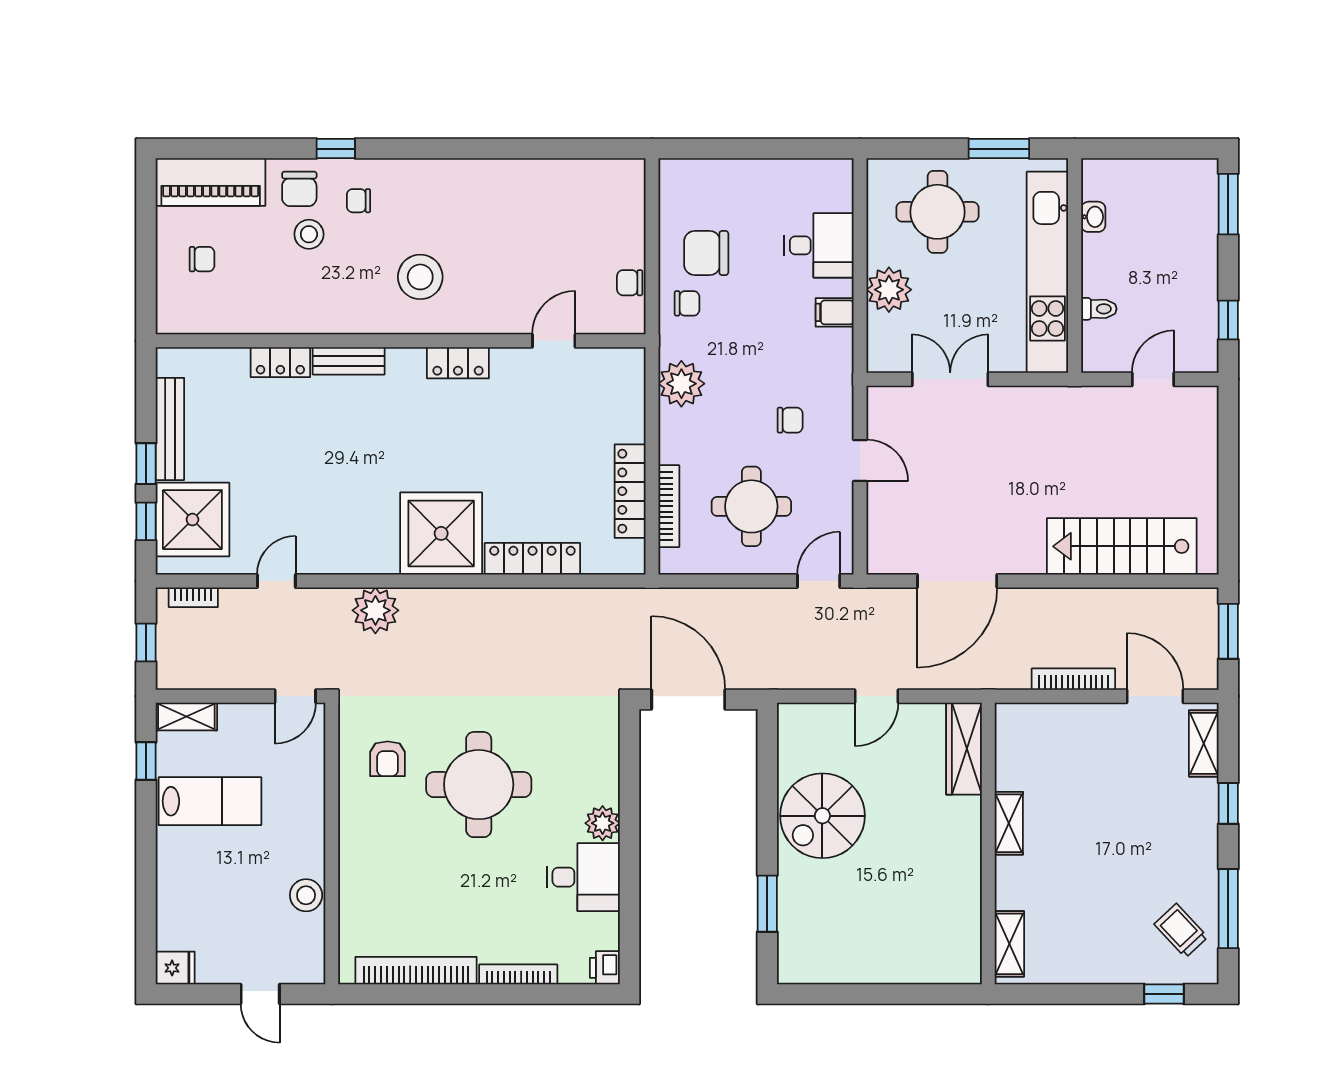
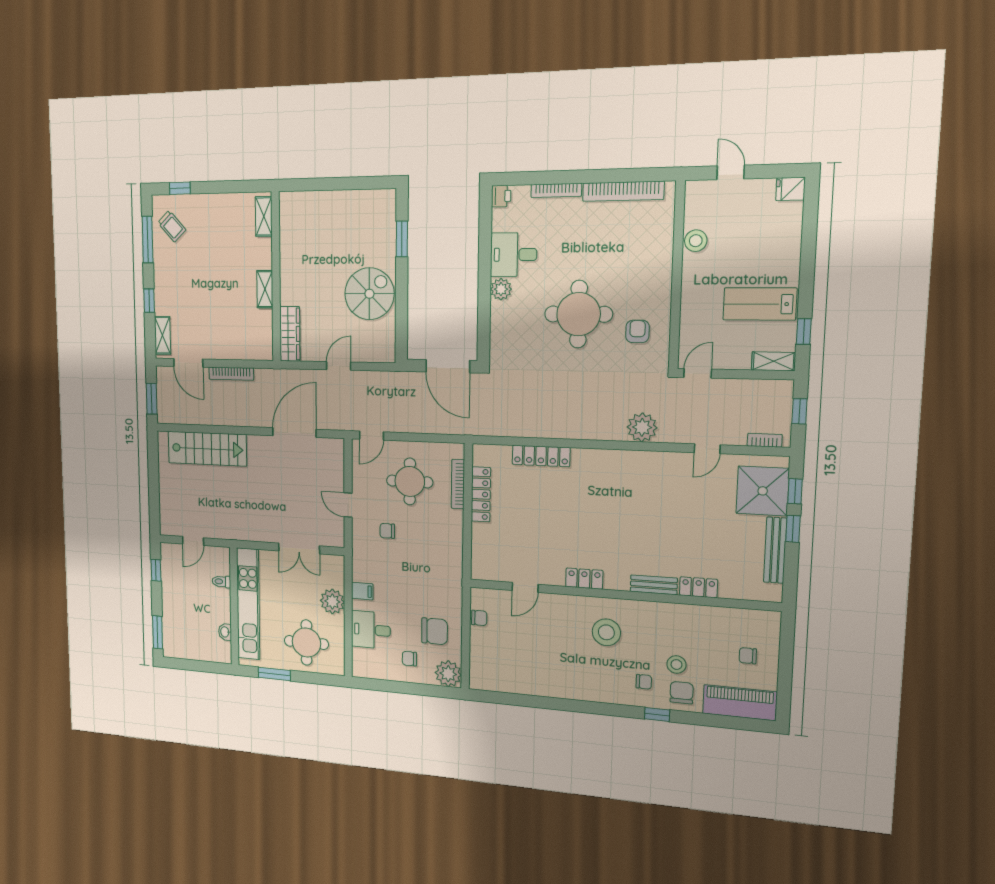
chair: (687, 303) -> (409, 659), moved
plant: (681, 384) -> (448, 674), moved
shower: (441, 533) -> (598, 474), removed

